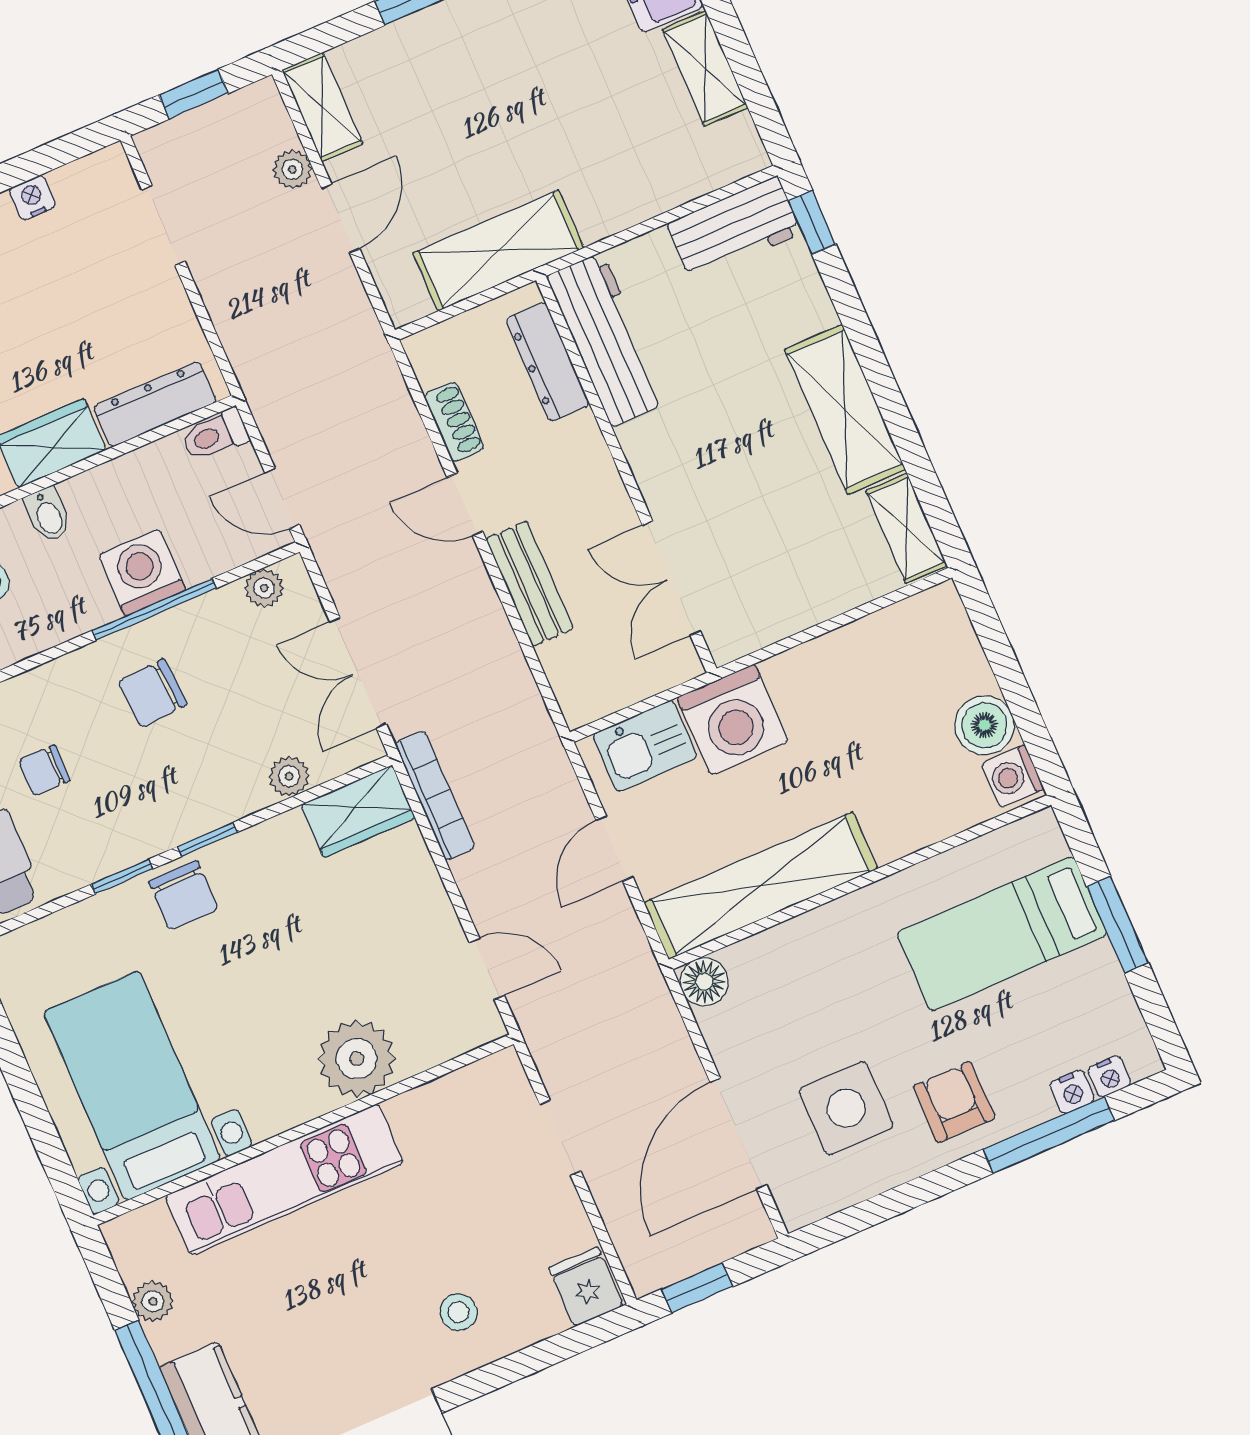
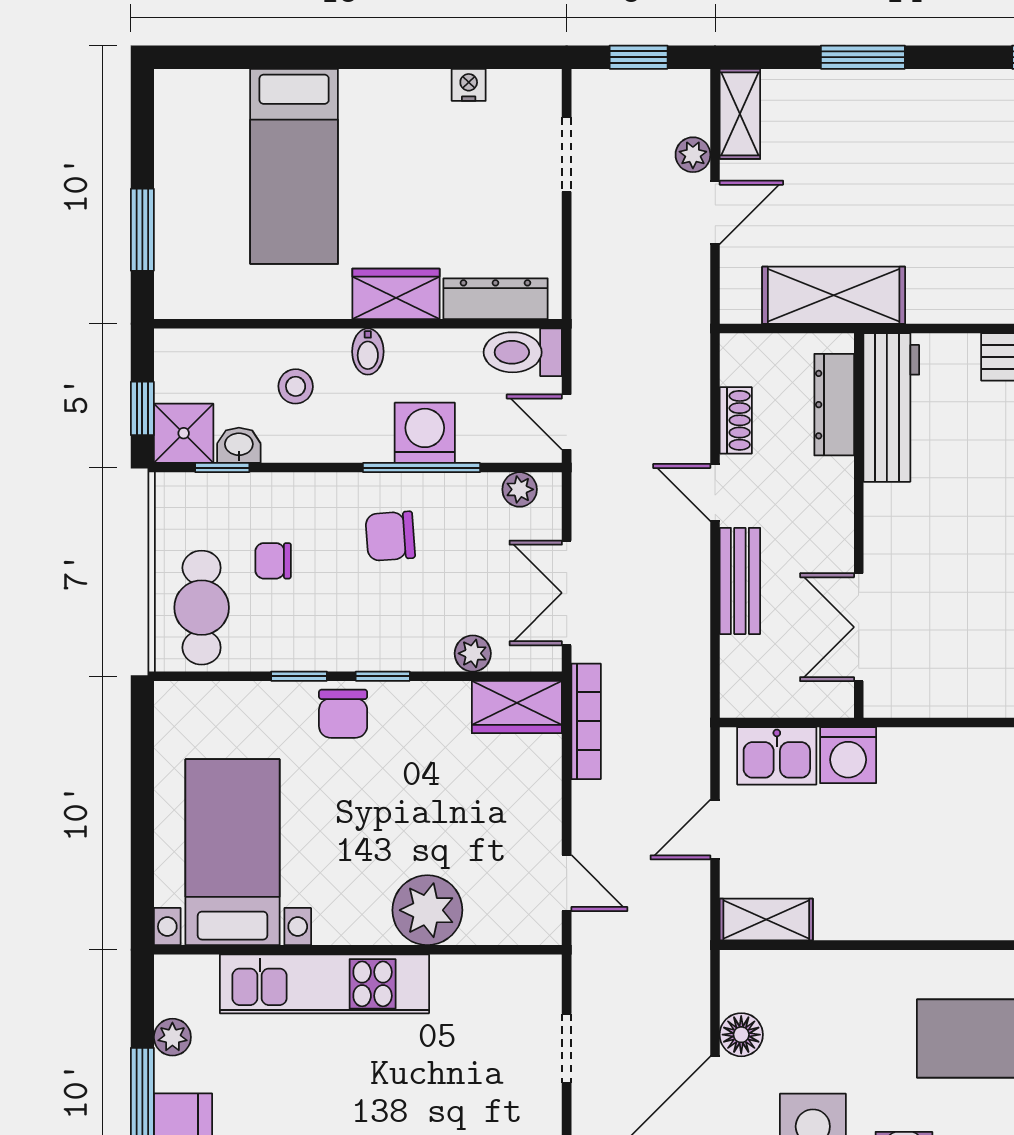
toilet: (215, 435) -> (523, 352), width x1.37, depth x1.39
washing machine: (733, 720) -> (848, 755), width x0.73, depth x0.73
shelving: (761, 886) -> (766, 920), width x0.45, depth x0.75
floor lamp: (704, 982) -> (741, 1035), moved

